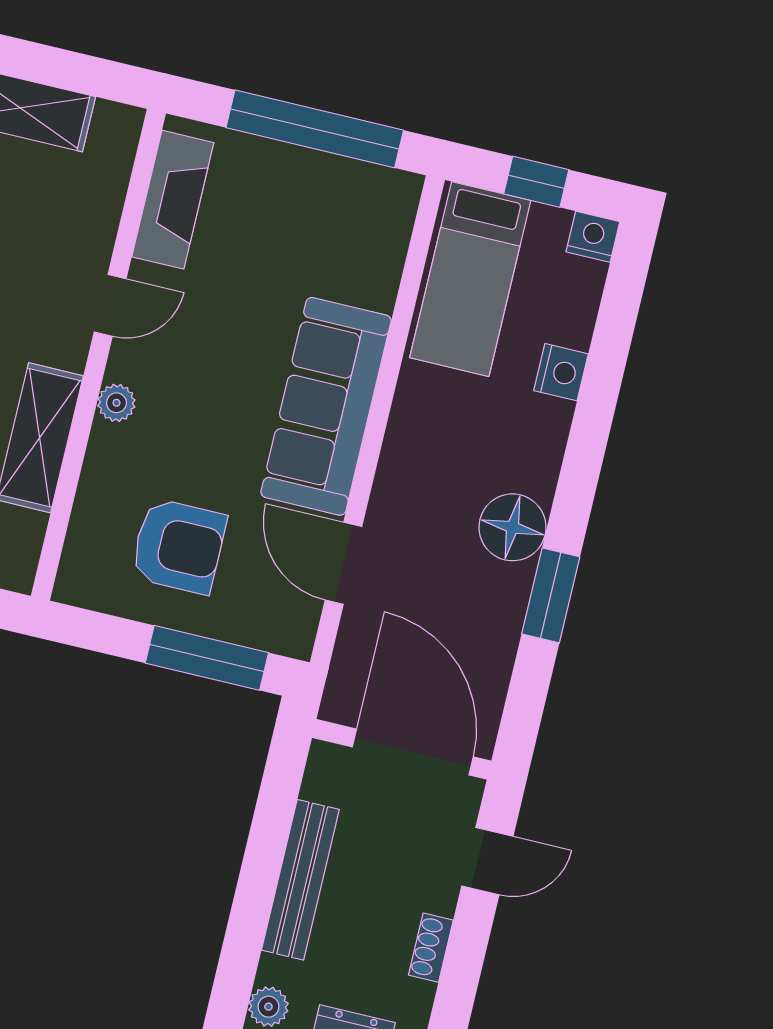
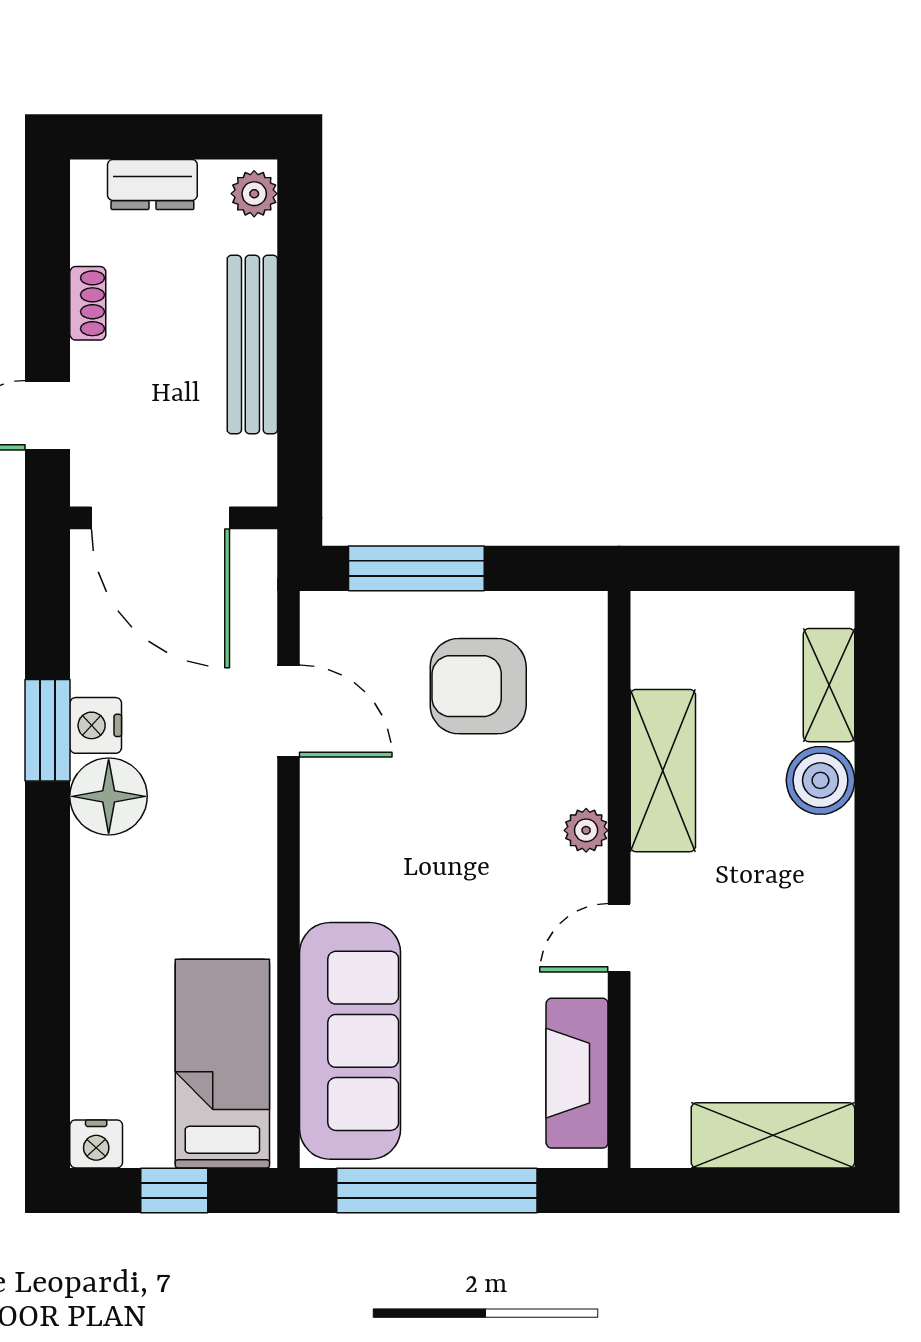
nightstand: (561, 372) -> (96, 725), moved
sofa: (326, 406) -> (350, 1041), moved

